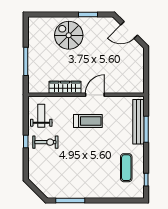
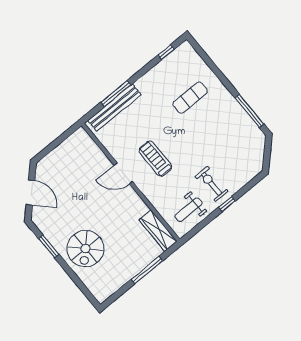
wardrobe: (65, 87) -> (158, 231), moved
exercise mat: (126, 168) -> (190, 98), moved

